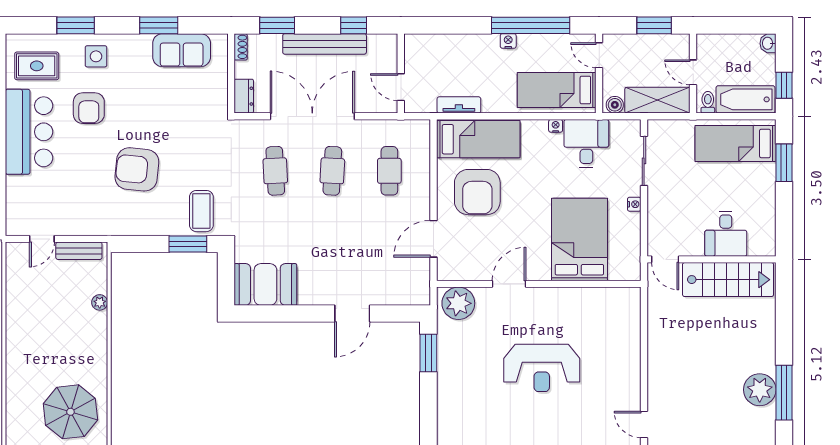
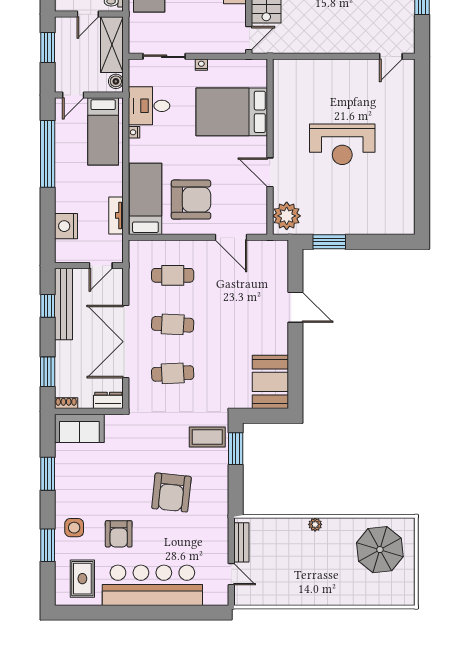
nightstand: (508, 41) -> (66, 226), moved, width x1.89, depth x1.79
bench: (325, 44) -> (63, 304), moved
sofa: (182, 50) -> (79, 428), moved, turned 90
armchair: (89, 108) -> (119, 534), turned 90
bar counter: (29, 132) -> (152, 585), width x1.36
plant: (100, 302) -> (315, 524), moved
reception desk: (542, 368) -> (342, 144), turned 90

